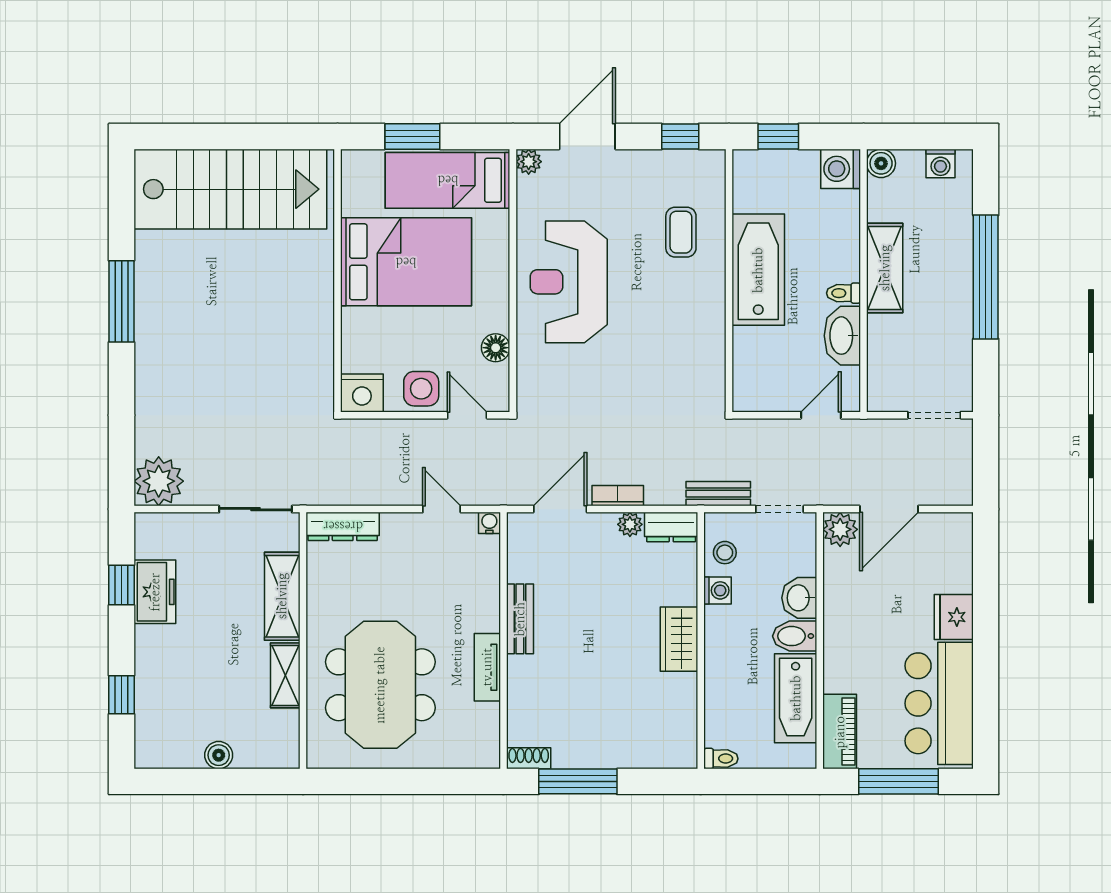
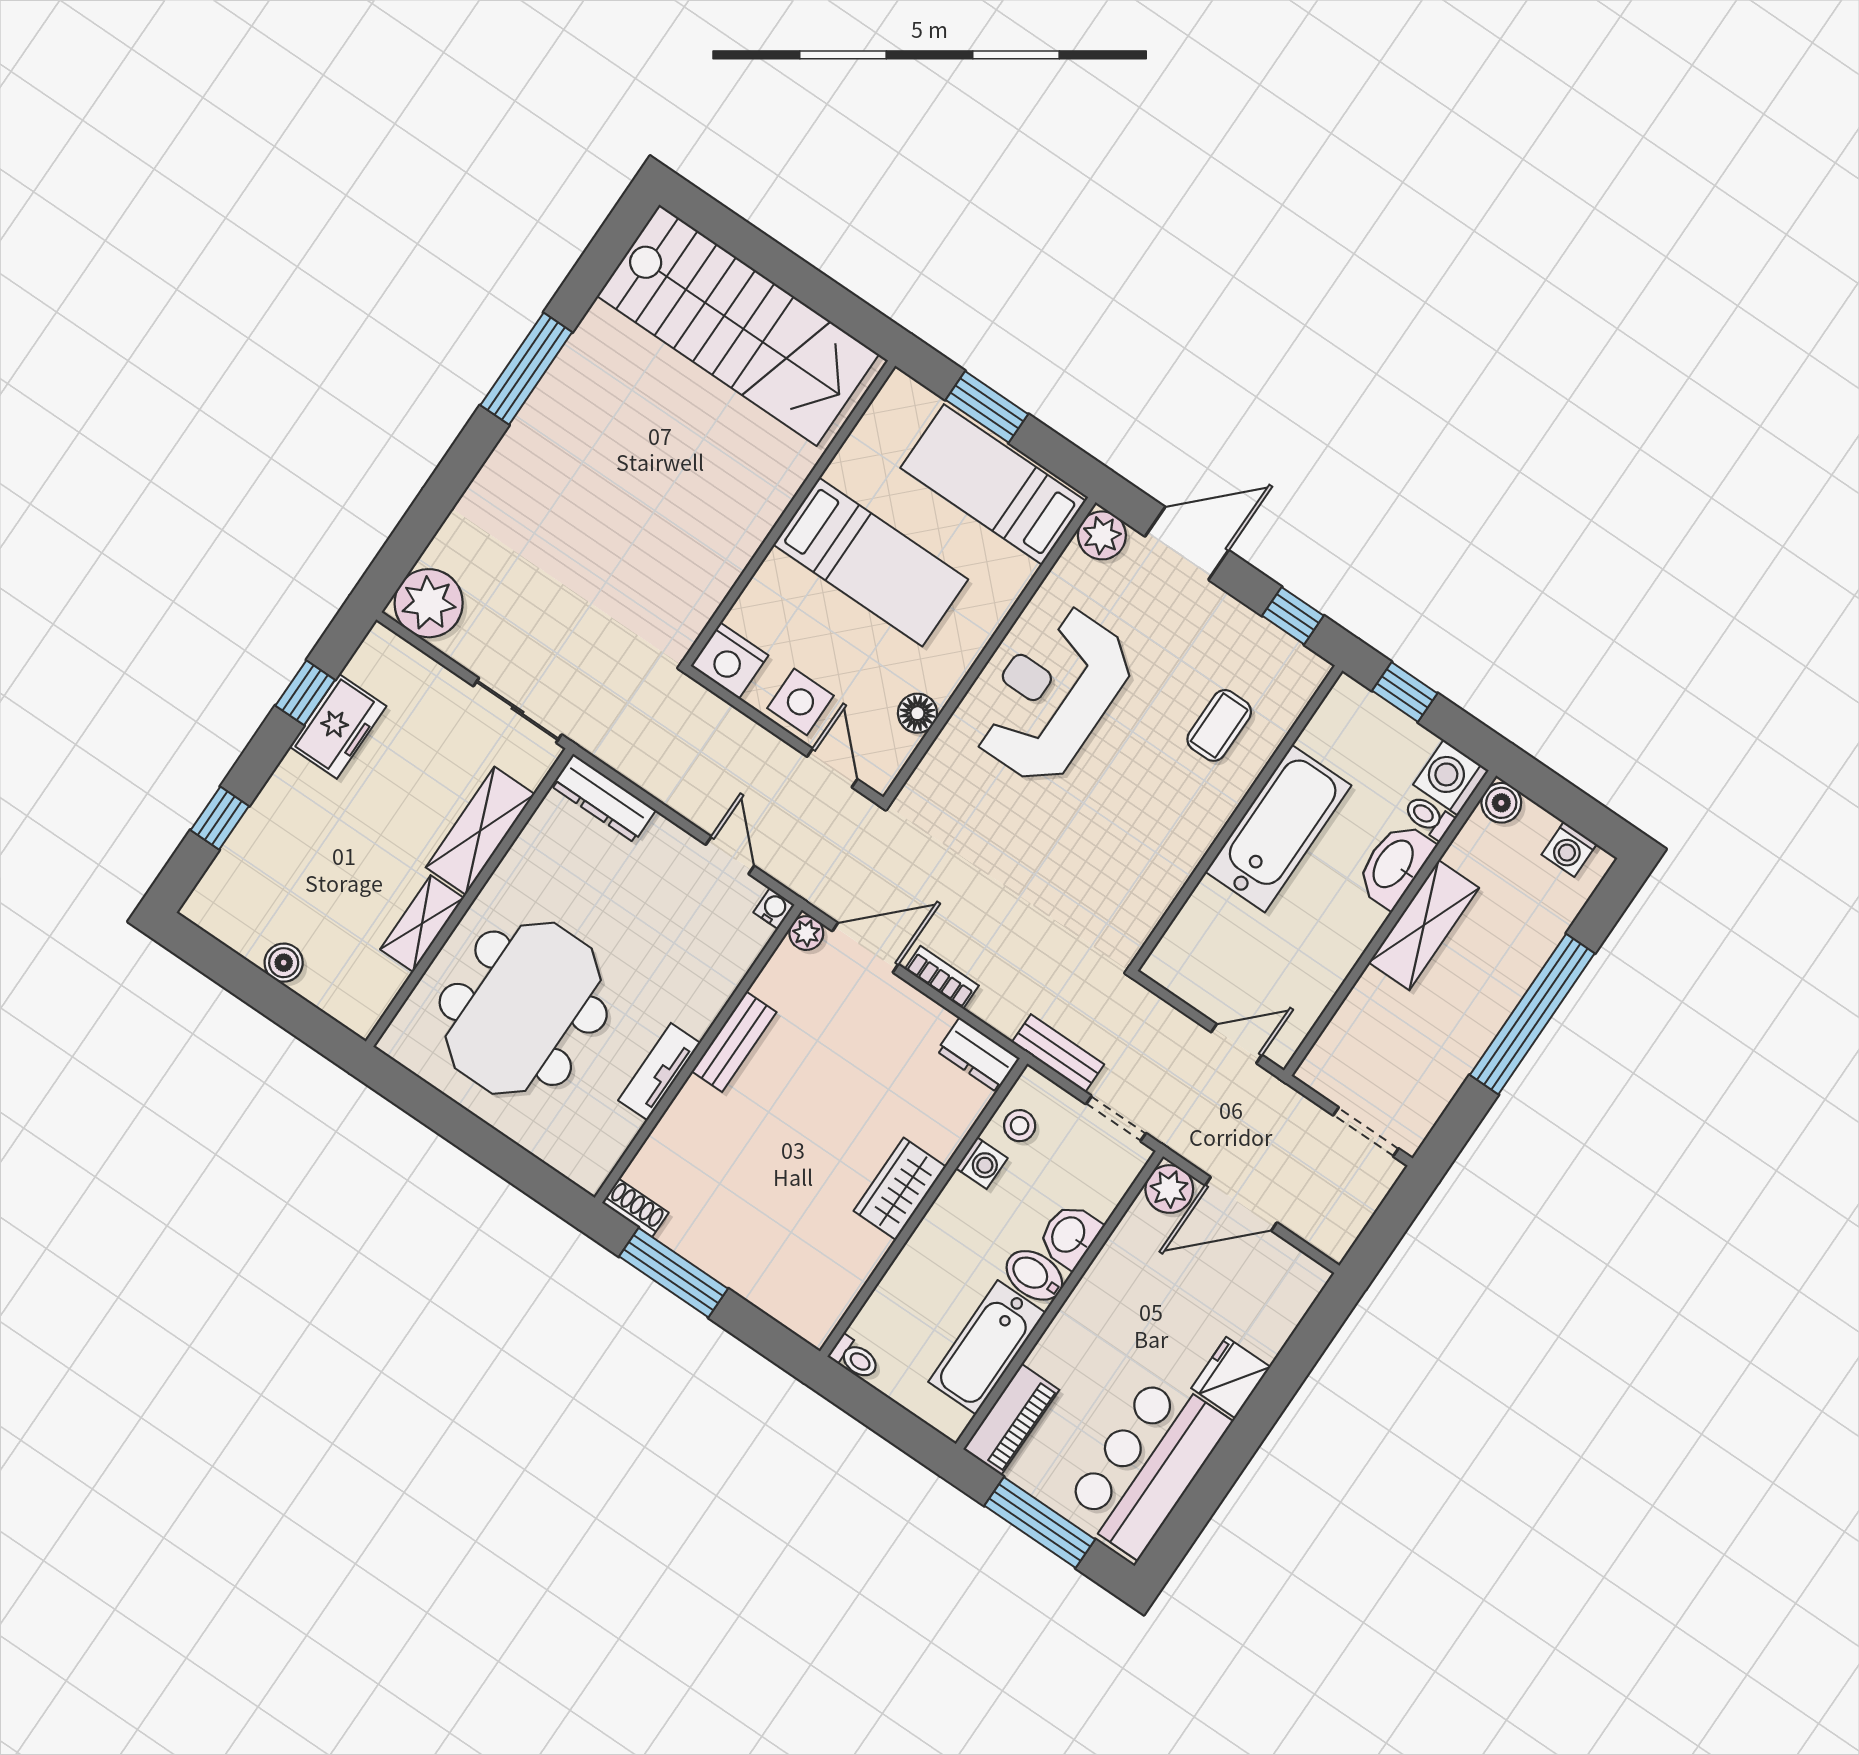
plant: (529, 162) -> (1102, 535), width x1.38, depth x1.38
bed: (406, 262) -> (871, 562), width x0.67
toilet: (844, 293) -> (1429, 817), moved
washbasin: (842, 336) -> (1394, 865), moved
plant: (630, 524) -> (806, 933), moved

